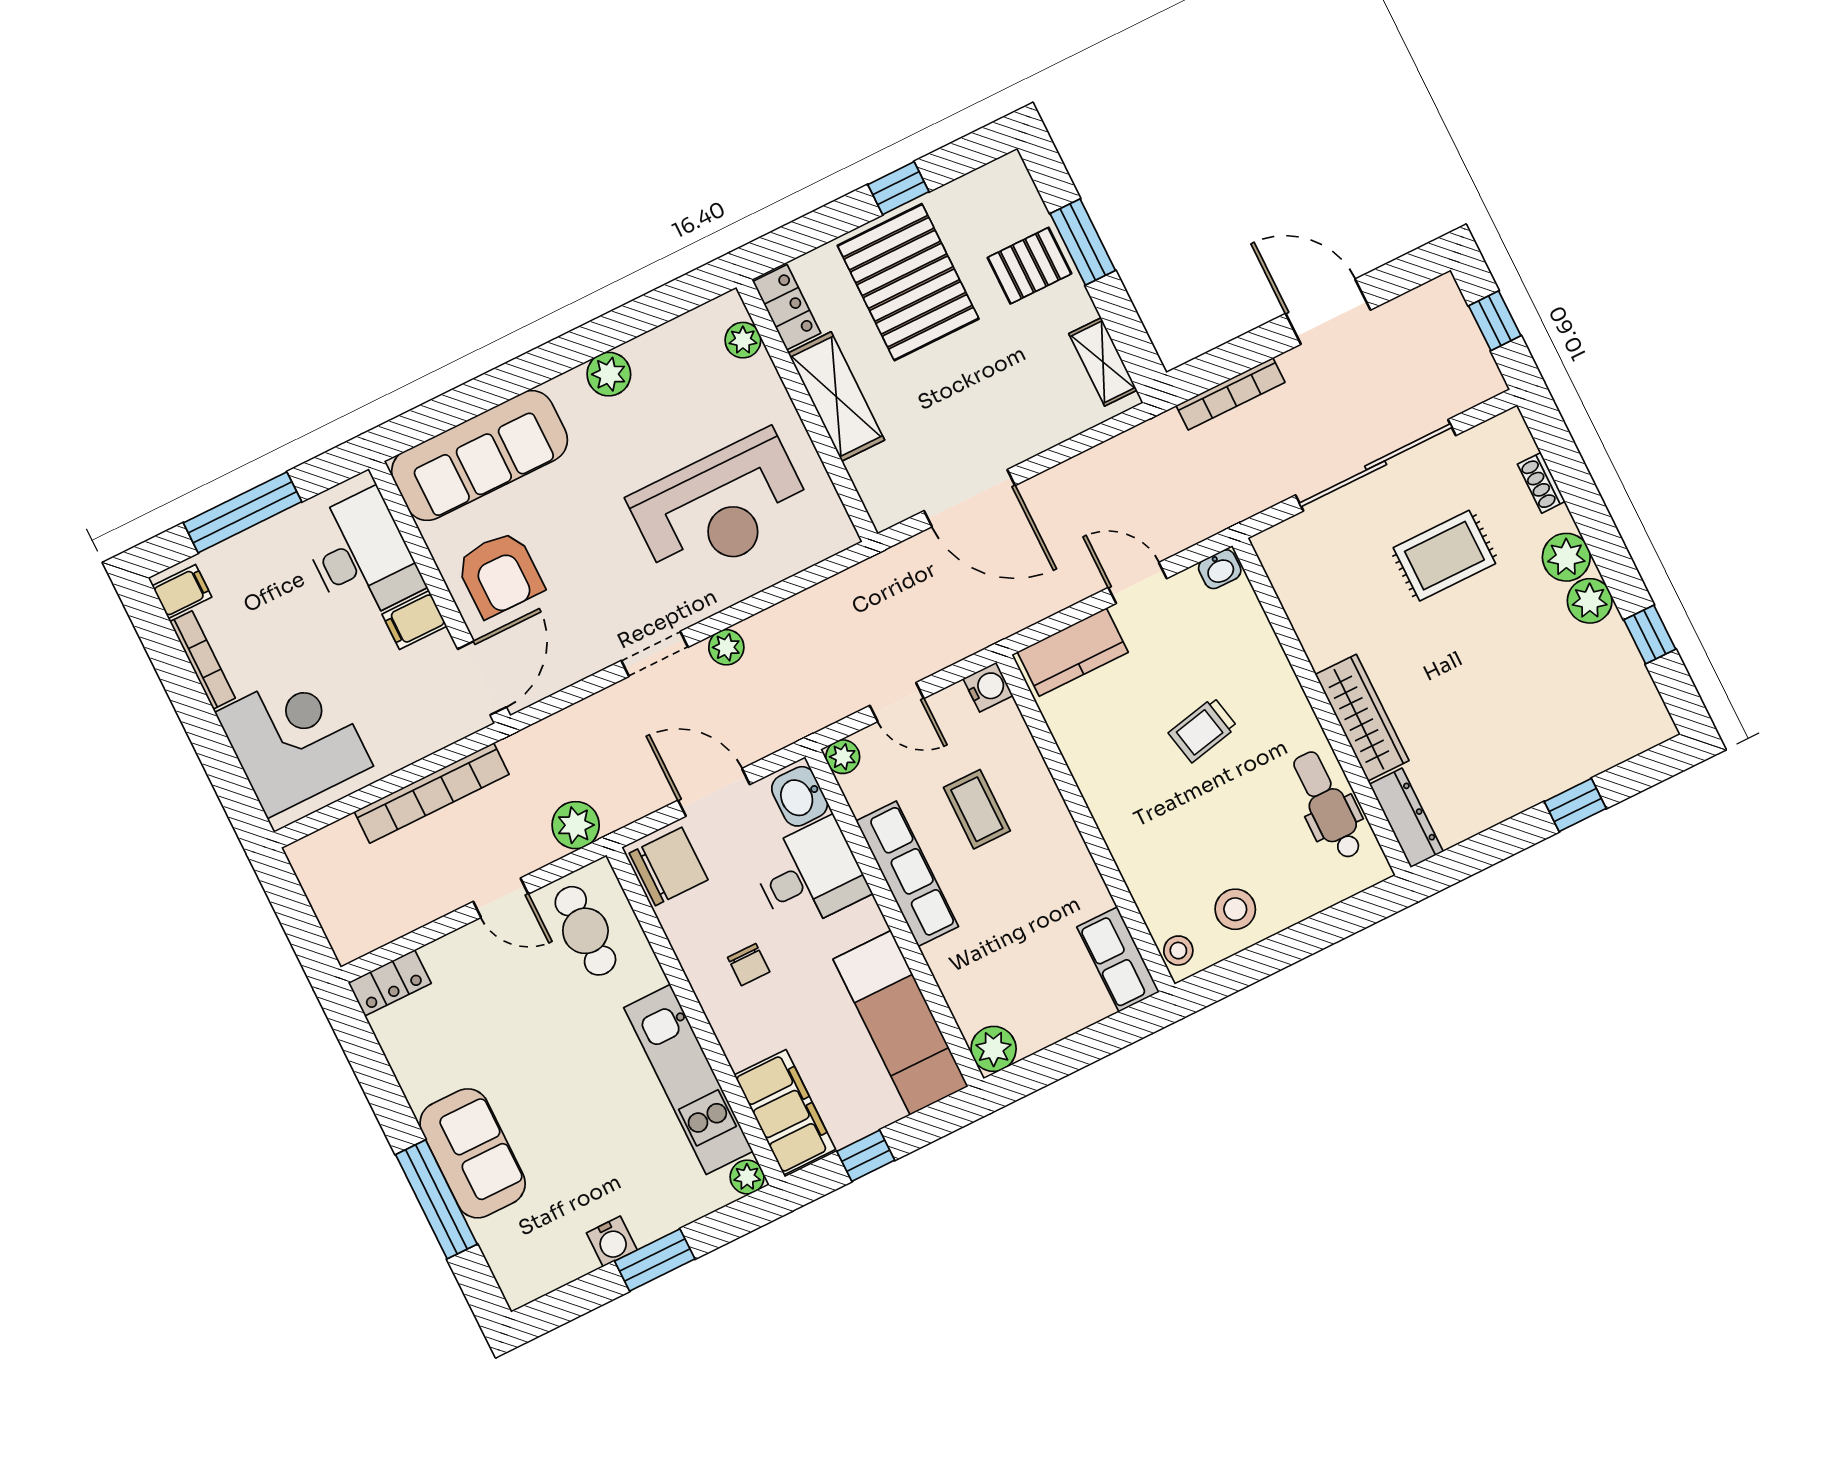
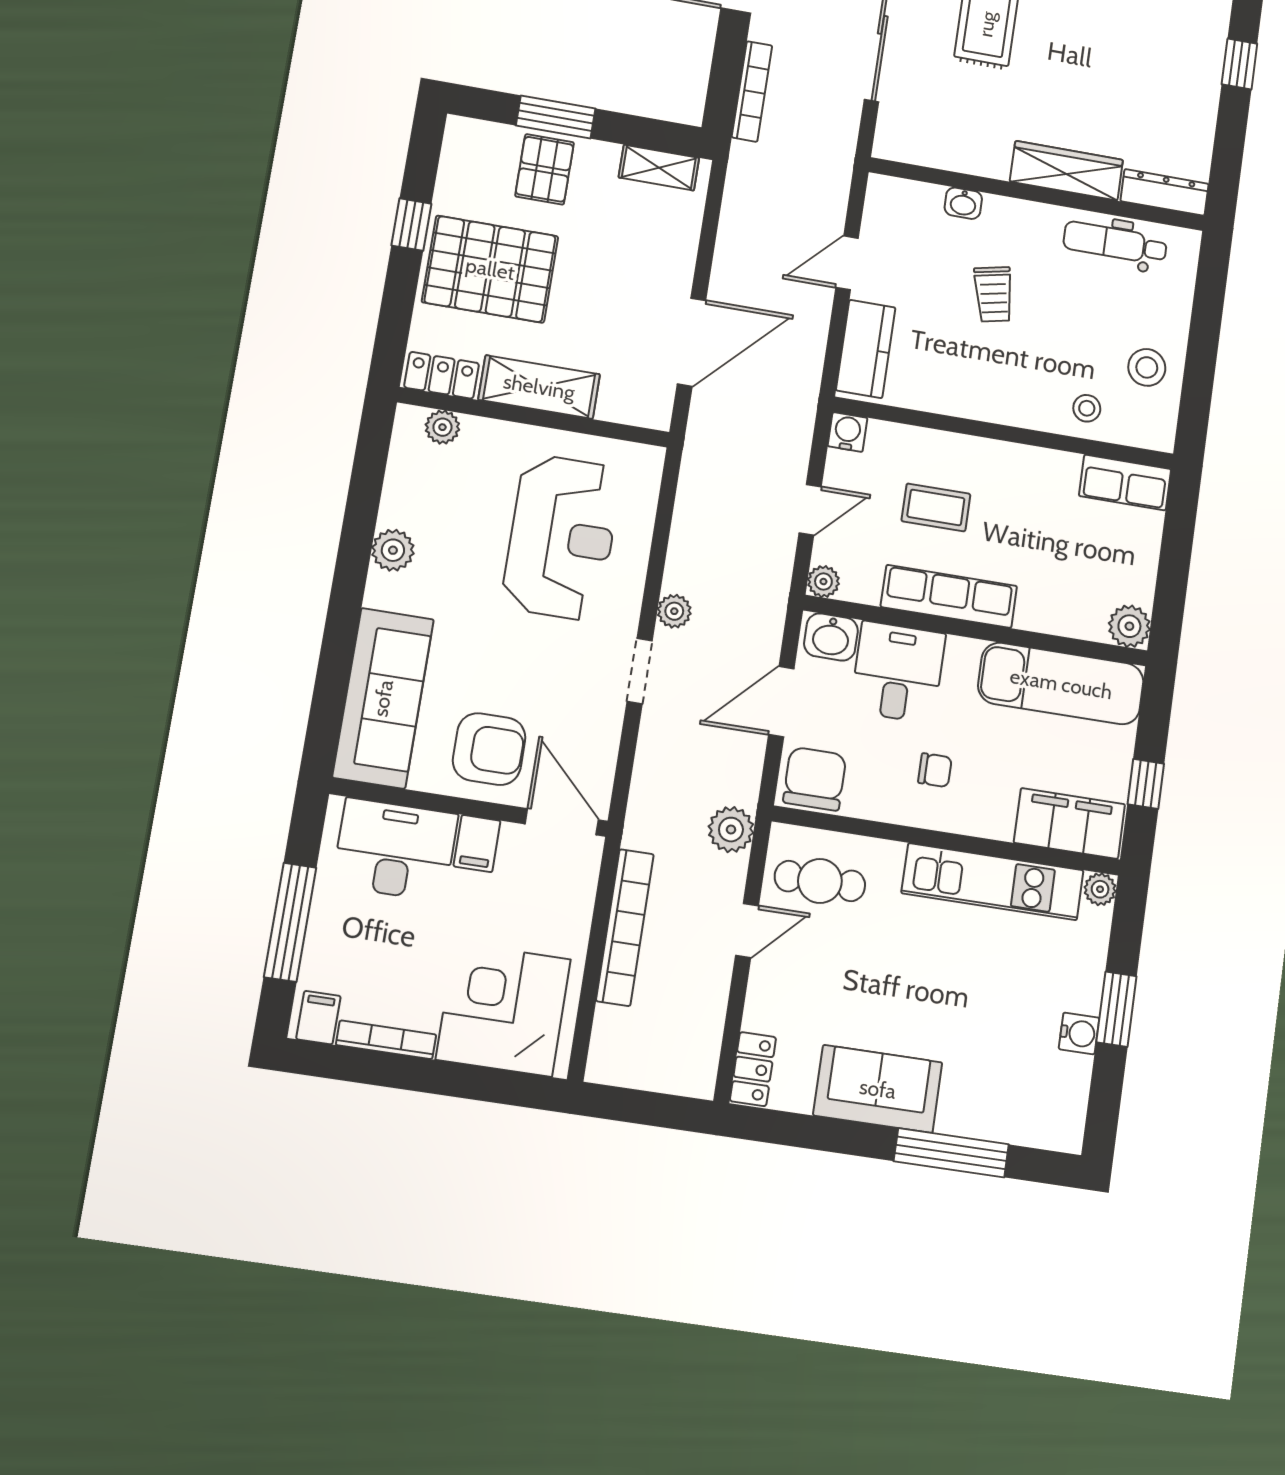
washbasin: (1220, 569) -> (963, 203), moved, turned 90
stool: (1178, 951) -> (1087, 408), moved
sofa: (473, 1153) -> (878, 1089), moved

